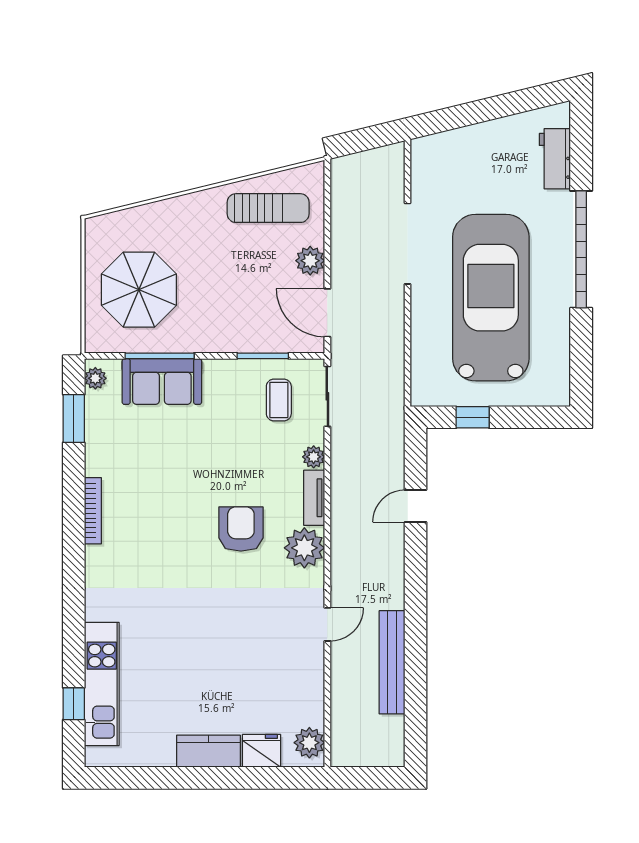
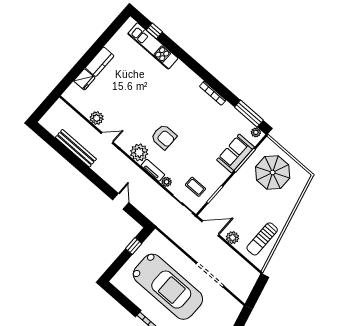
window: (74, 418) -> (249, 114), width x1.44
door: (327, 624) -> (107, 138), swing flipped
plant: (309, 743) -> (97, 118), moved

